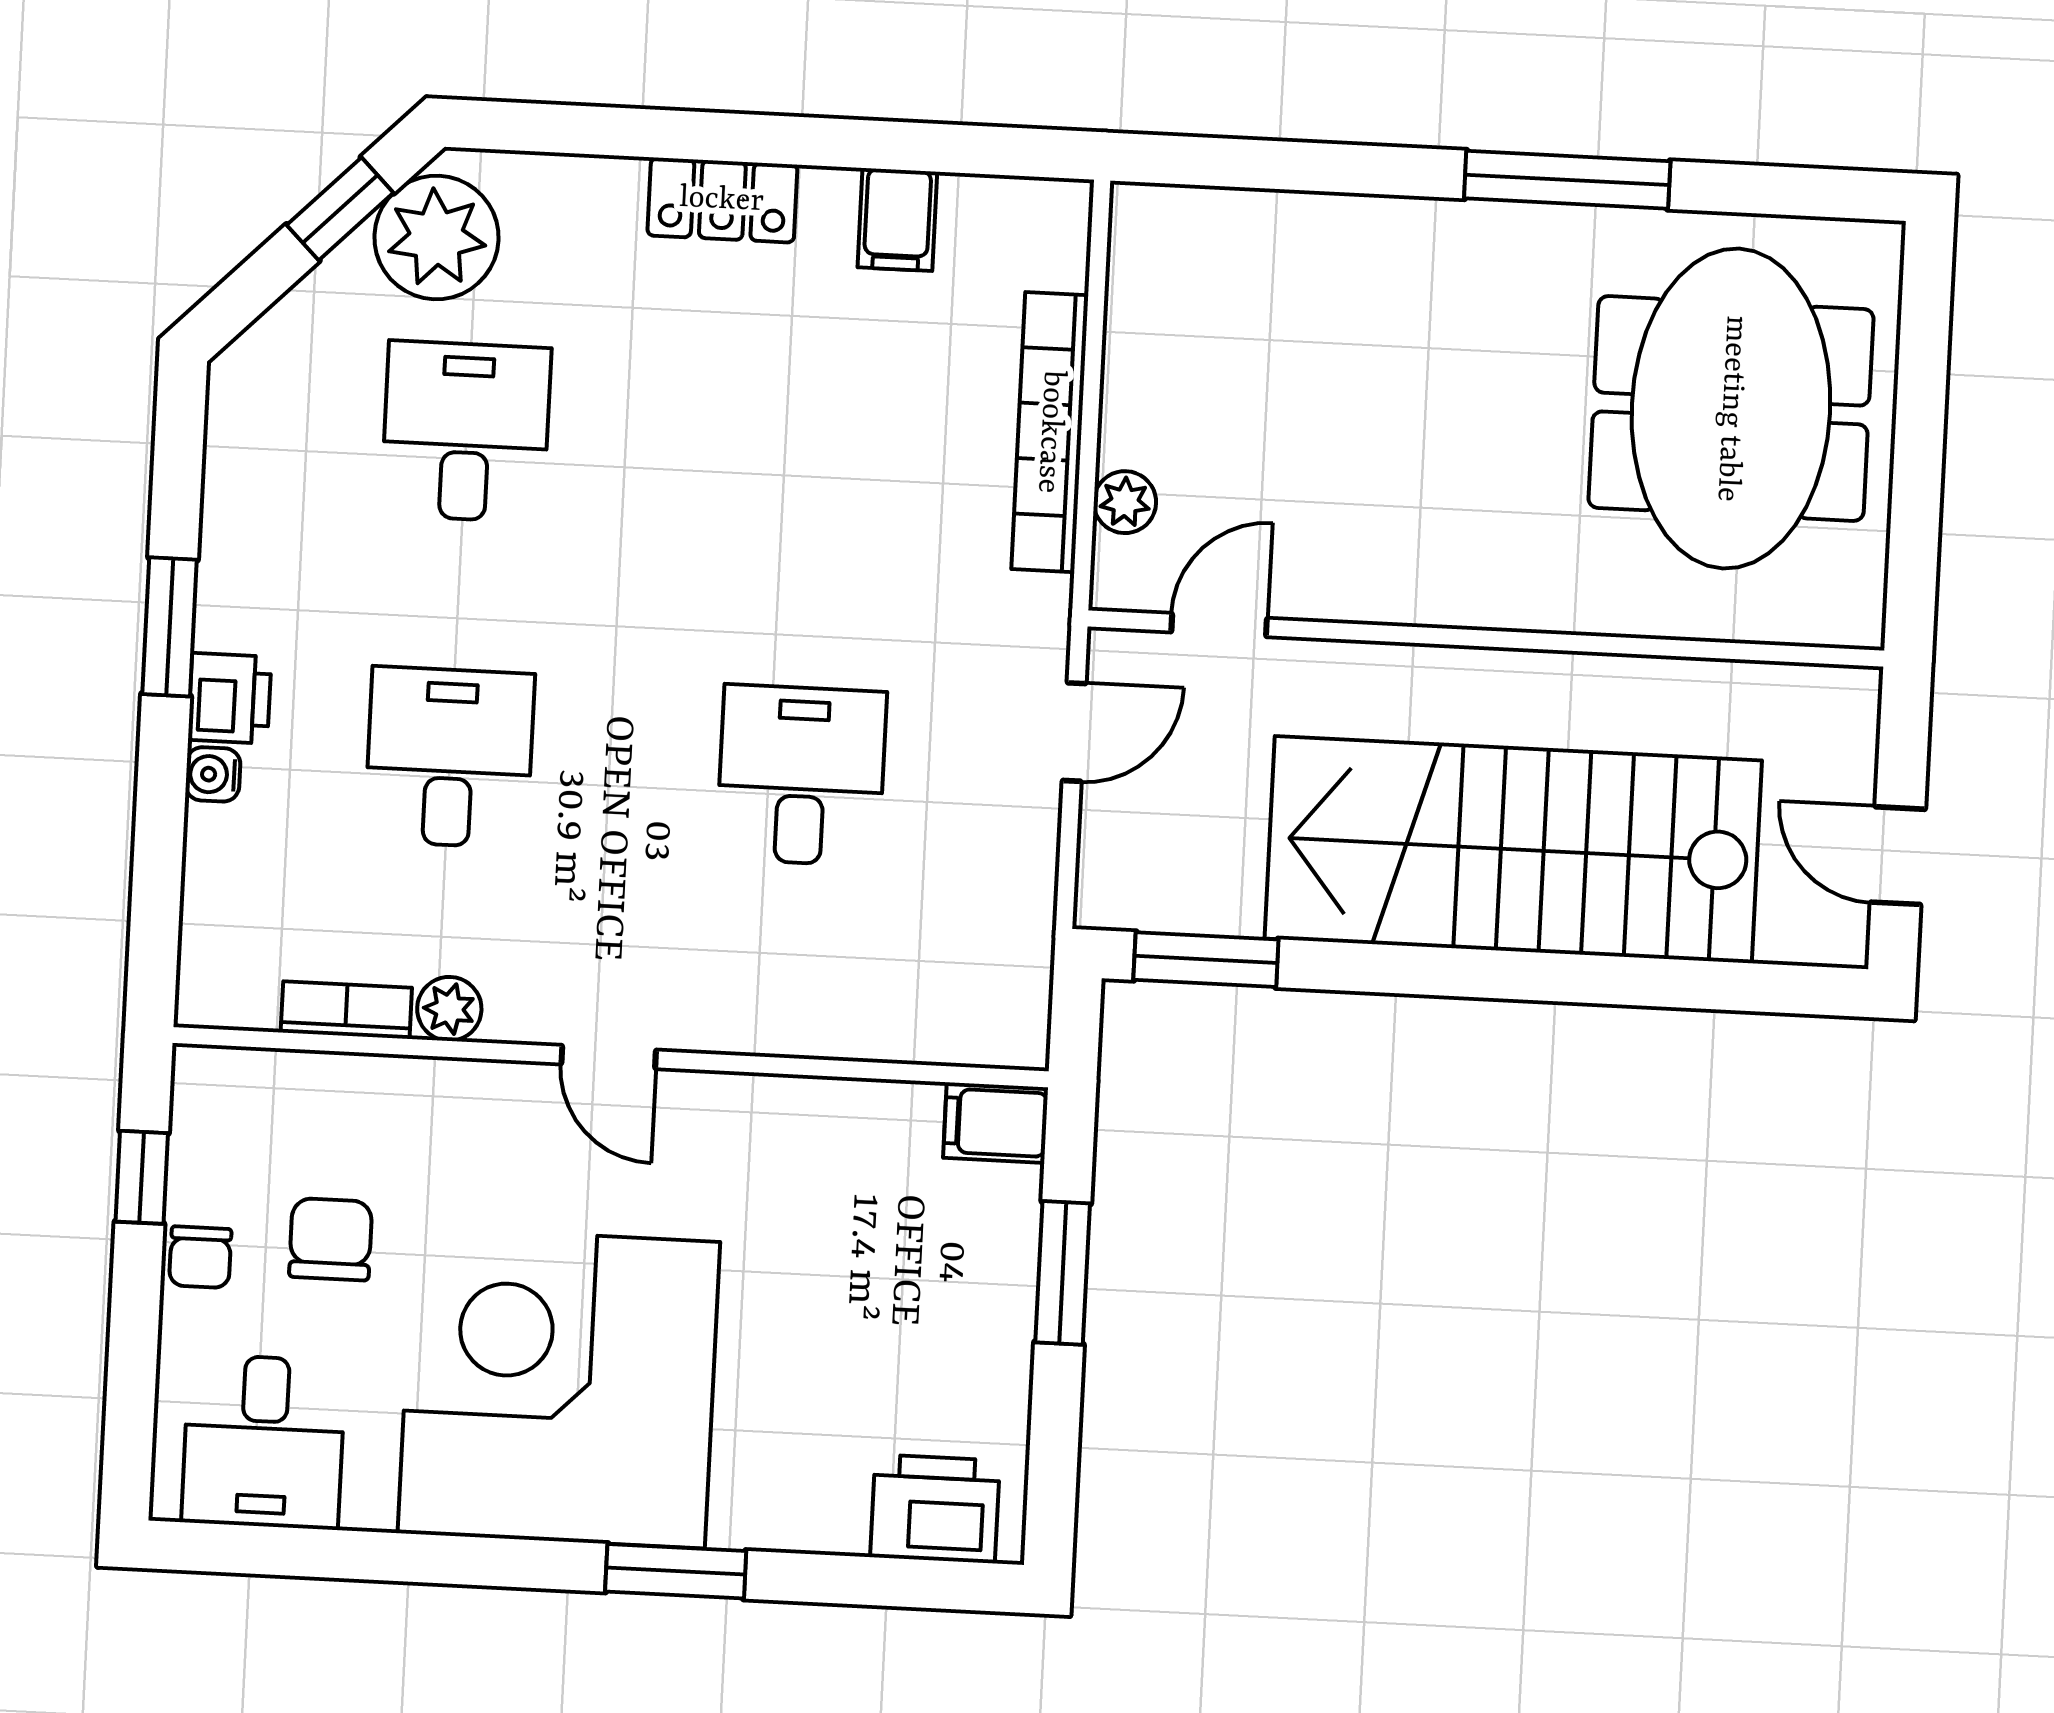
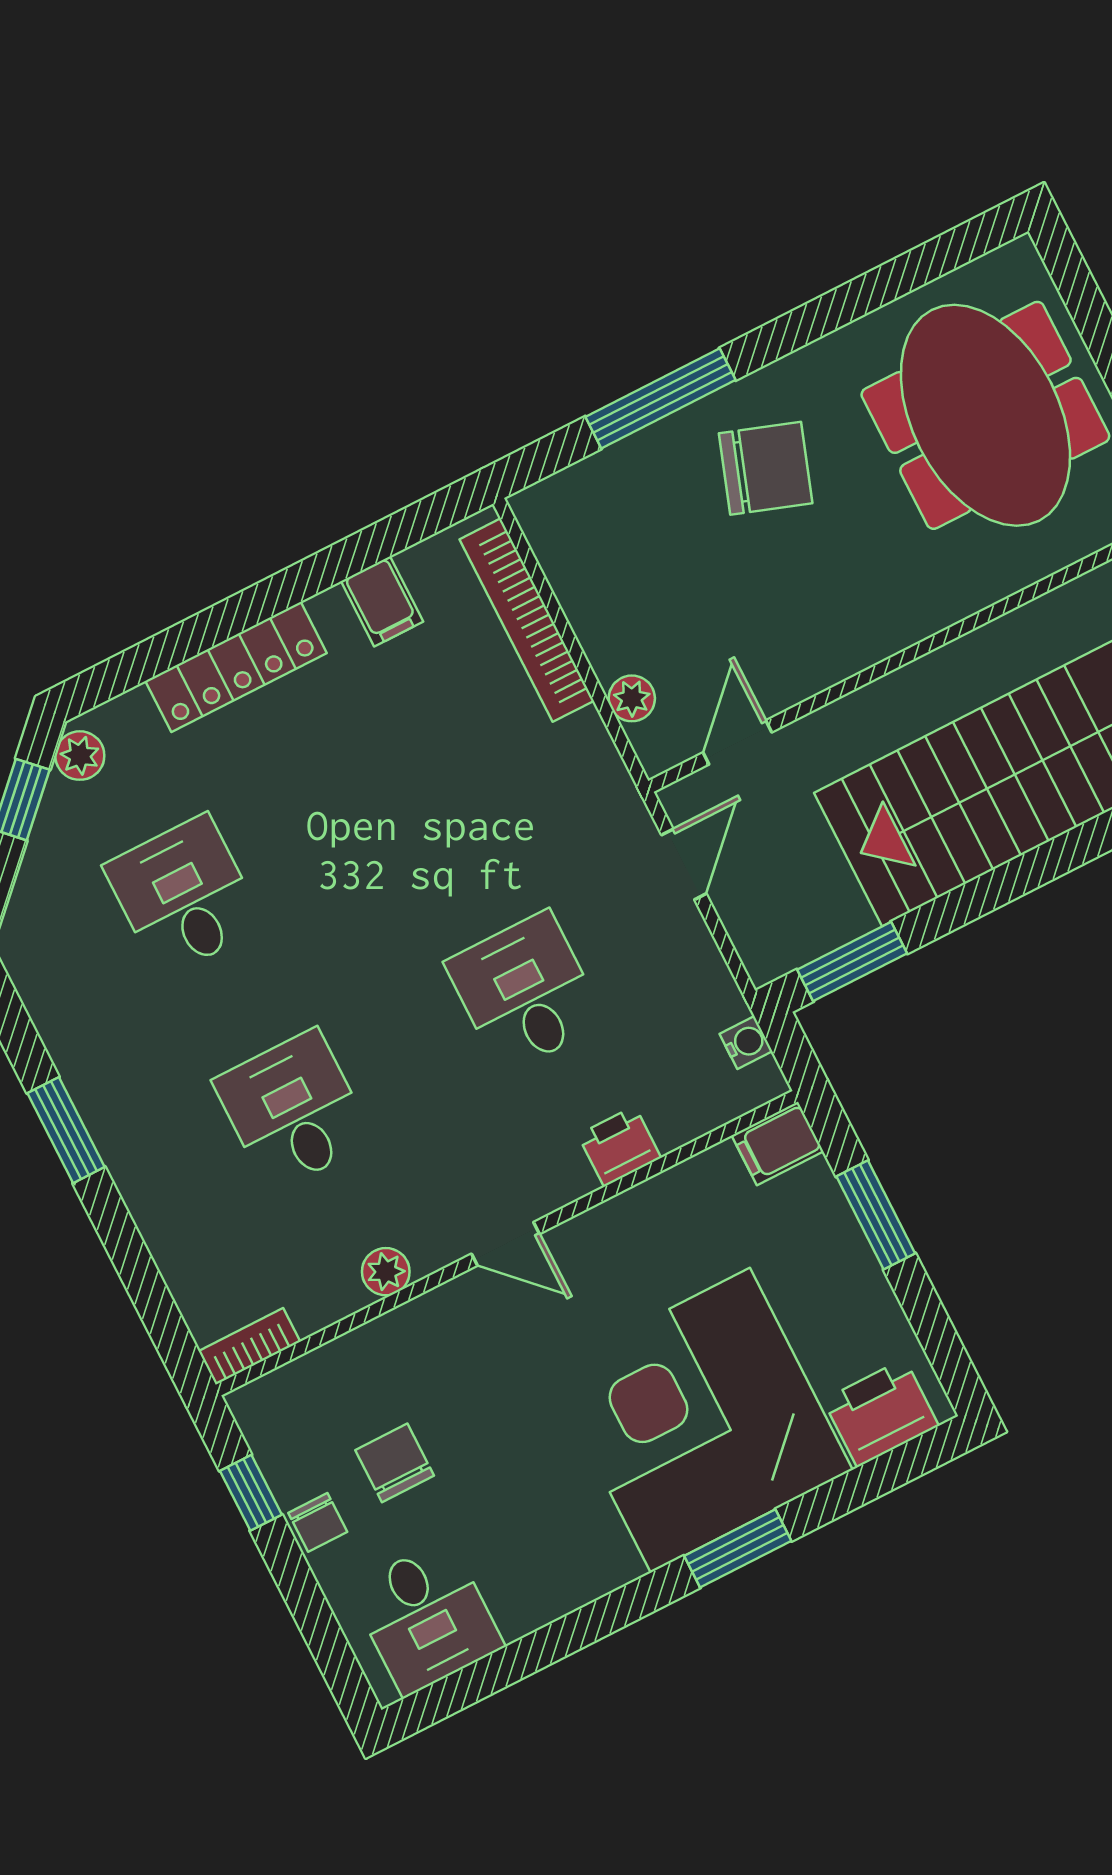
window: (1567, 180) -> (660, 398), moved
locker: (722, 200) -> (236, 667), width x1.53
plant: (436, 237) -> (80, 756), width x0.53, depth x0.53
chair: (1437, 322) -> (766, 468), added
bookcase: (1050, 432) -> (527, 620), moved
printer: (230, 698) -> (619, 1146), moved, turned -90
water cooler: (213, 774) -> (746, 1043), moved, turned 180
bookcase: (346, 1010) -> (249, 1346), moved
corner desk: (559, 1388) -> (700, 1420), moved

